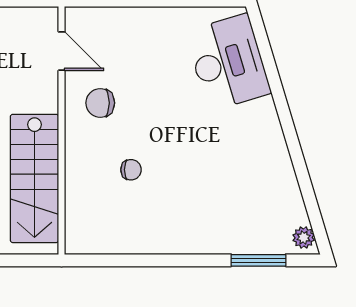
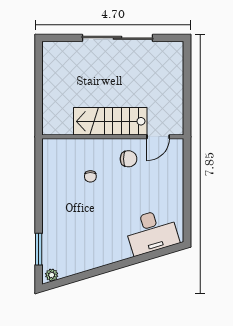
chair: (100, 103) -> (128, 159), turned 90
stairs: (34, 178) -> (110, 121), moved

